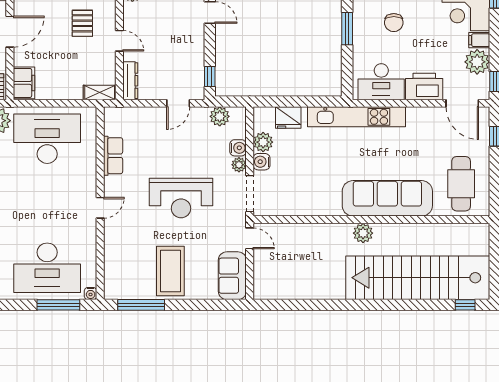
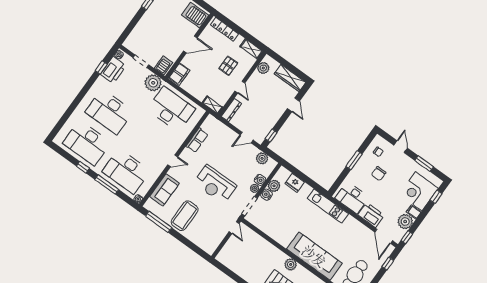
kitchen unit: (356, 117) -> (328, 206), width x0.73
sofa: (232, 276) -> (164, 190), moved, turned 180
window: (58, 305) -> (107, 184), moved

